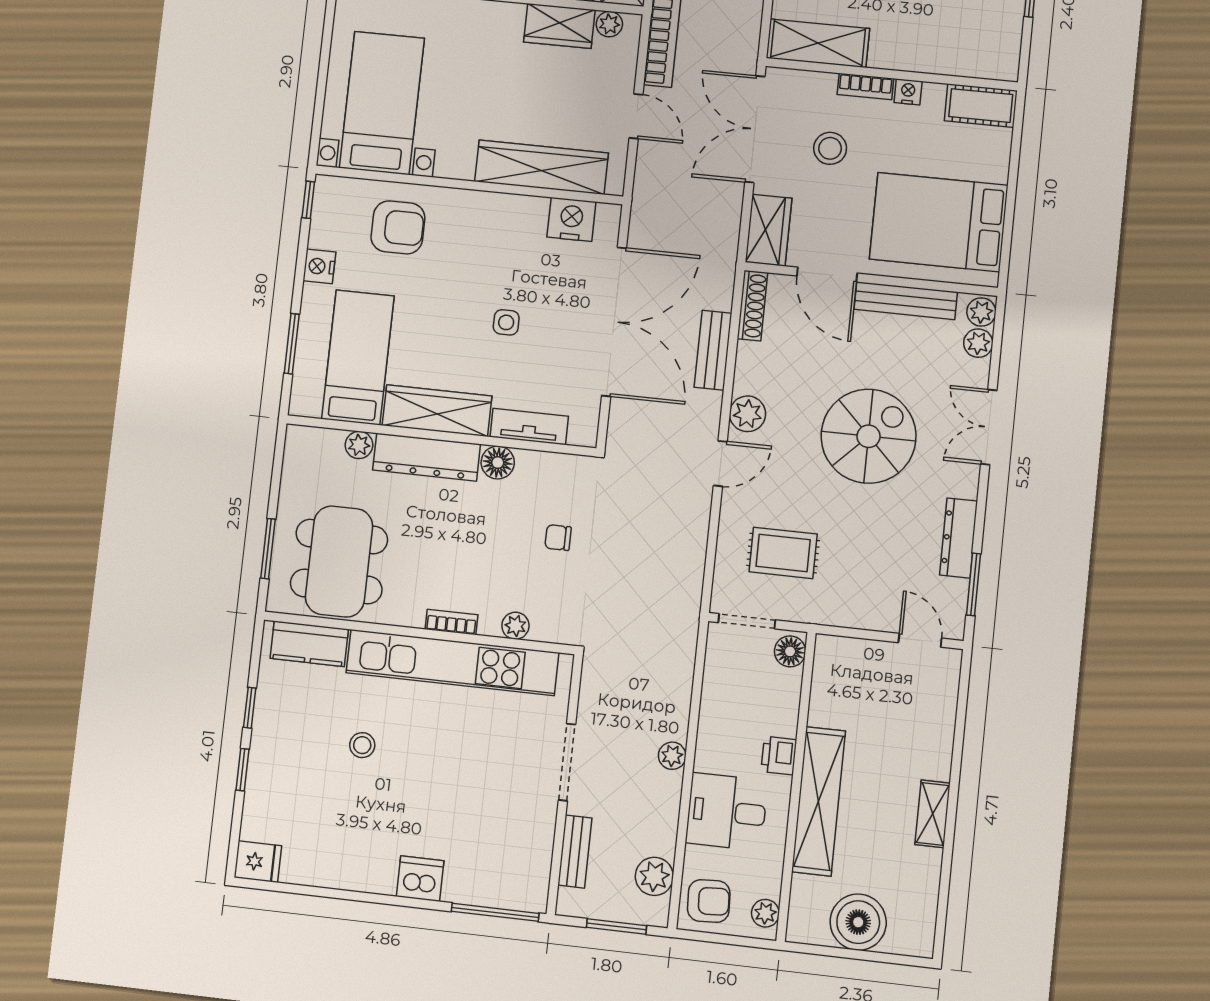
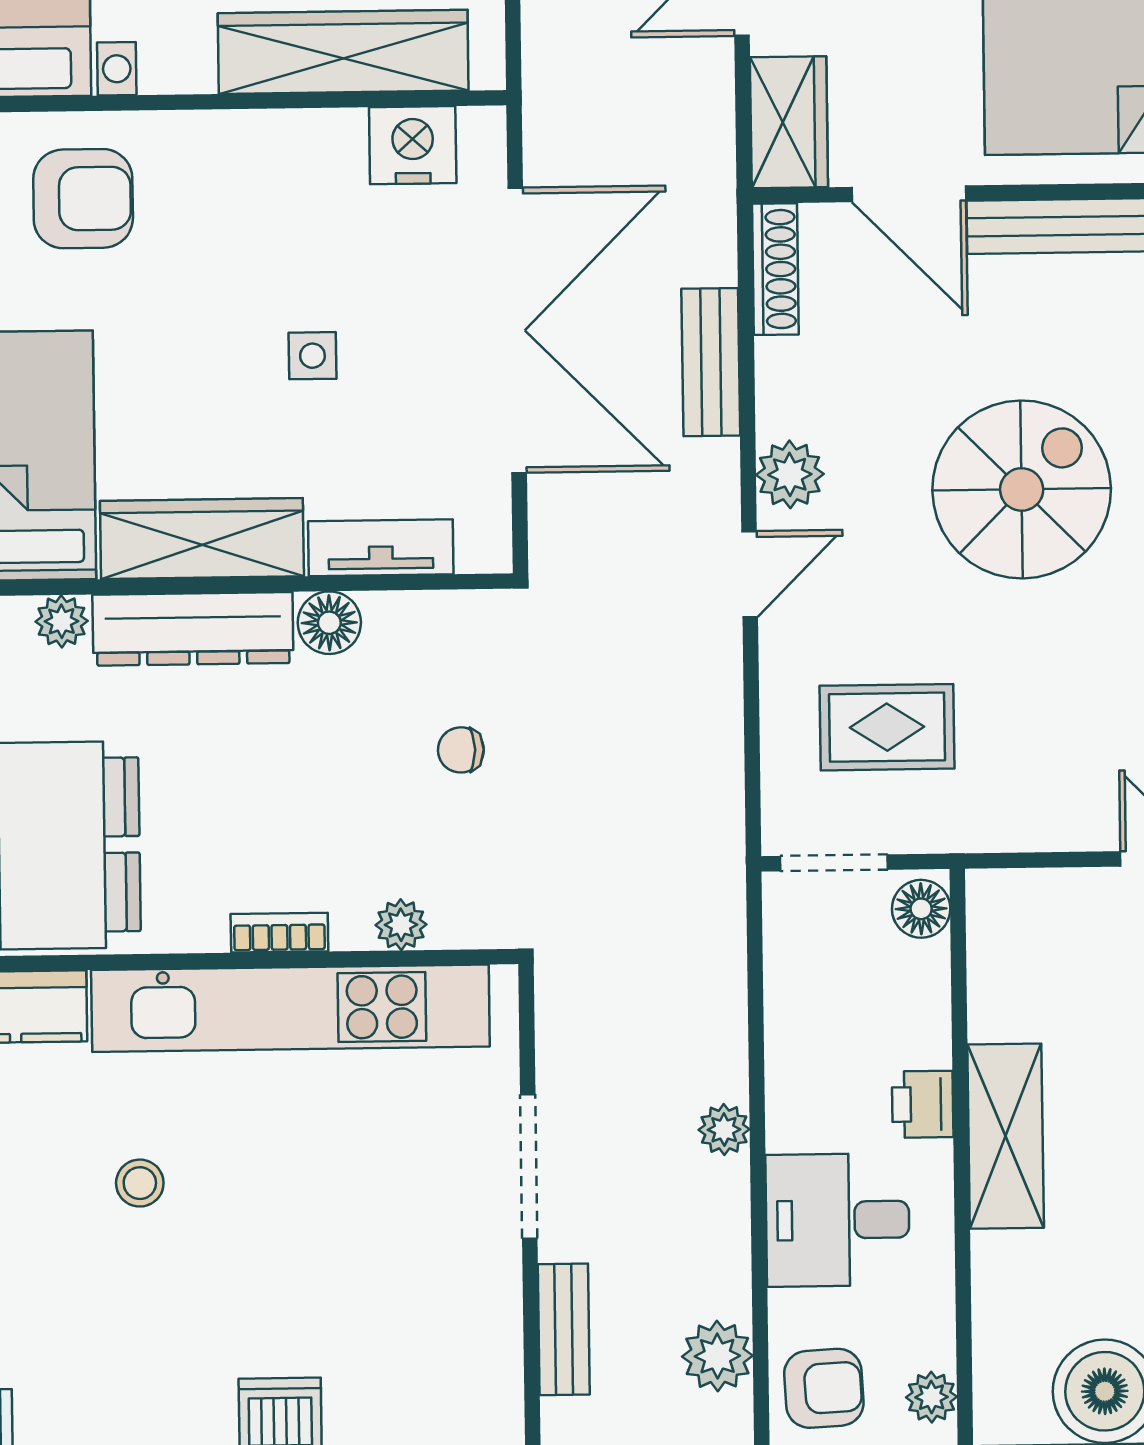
shelving: (819, 801) -> (1006, 1136), width x0.68

